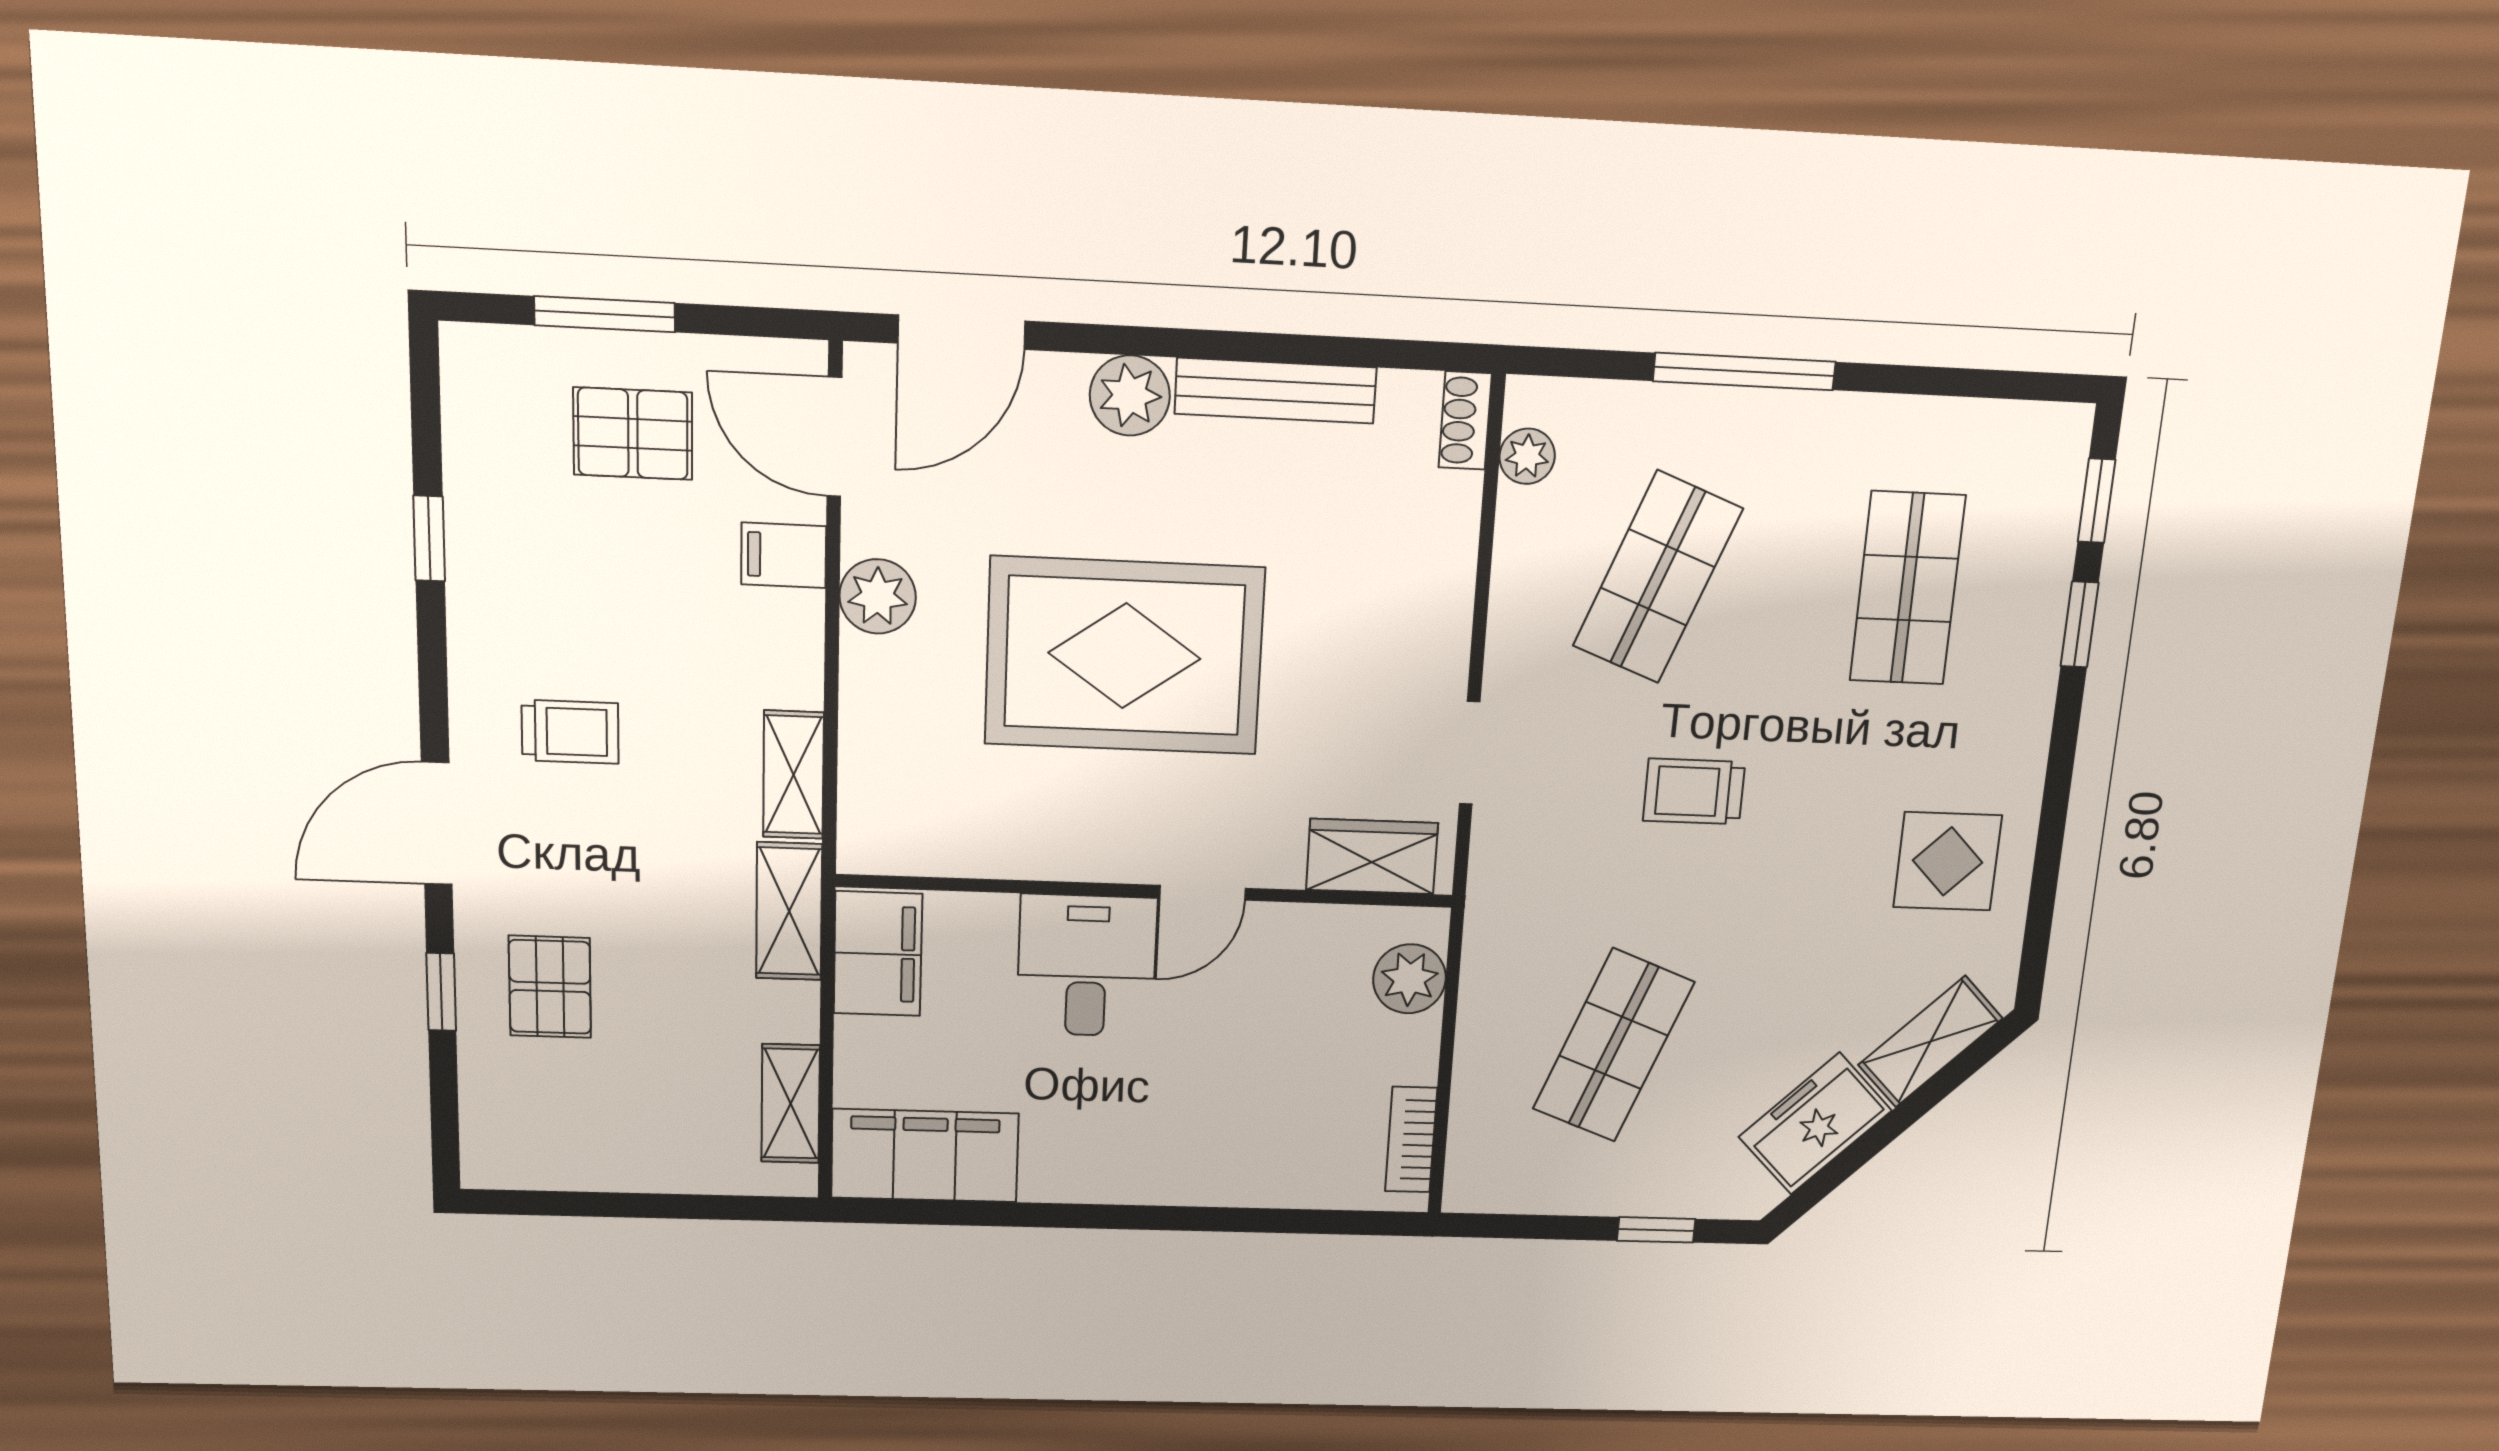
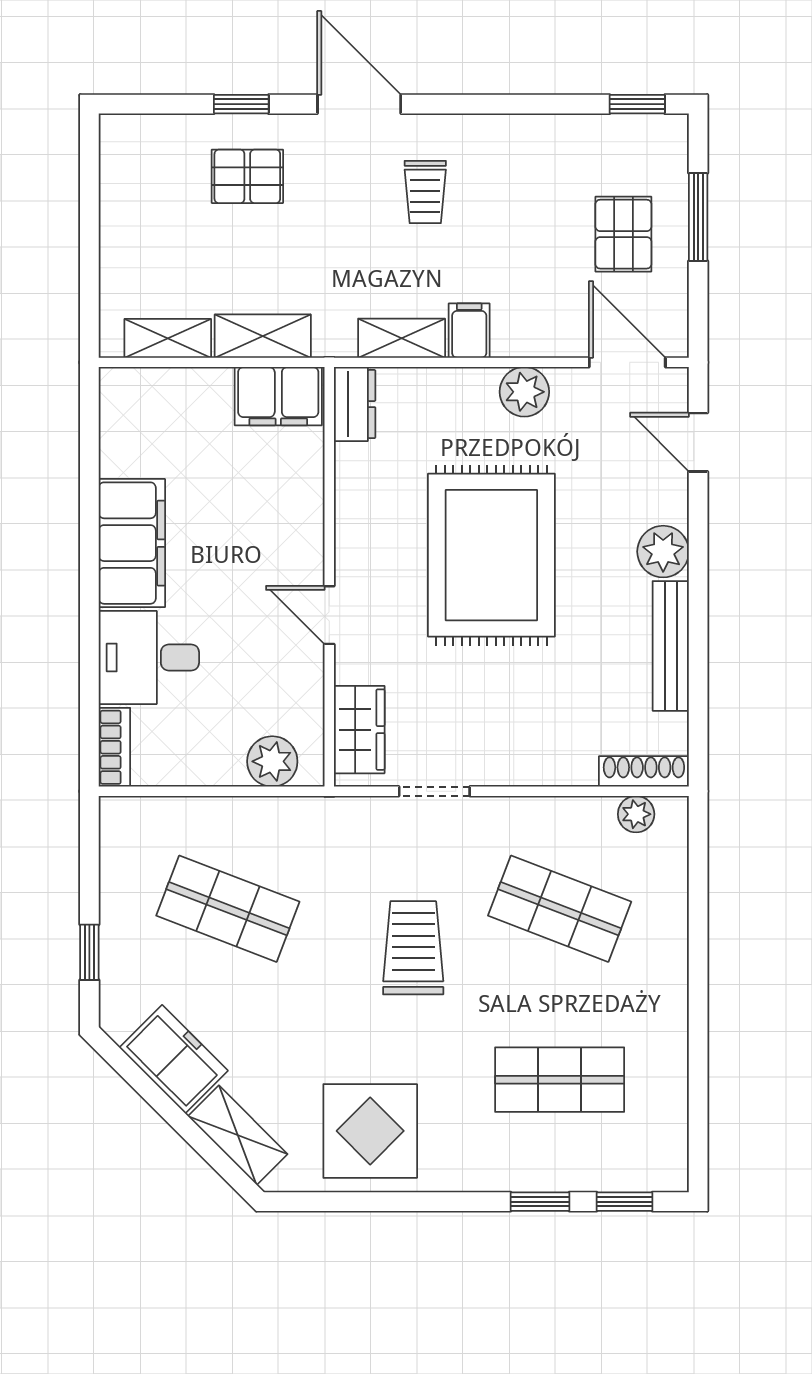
door: (961, 332) -> (698, 442), width x0.73
window: (1744, 372) -> (698, 953), removed
shoe rack: (1465, 421) -> (644, 771), width x1.43
door: (834, 437) -> (627, 362), hinge flipped
window: (429, 538) -> (637, 104), moved
filing cabinet: (784, 555) -> (469, 331), moved
trolley: (1694, 792) -> (413, 948), width x1.36, depth x1.39
dresser: (892, 846) -> (355, 404), added
display table: (1948, 861) -> (370, 1131), width x1.36, depth x1.36
shelving: (789, 911) -> (263, 336), moved
desk: (1087, 966) -> (149, 657), moved, turned 180
bookcase: (1411, 1140) -> (114, 747), moved, turned 90
filing cabinet: (925, 1156) -> (132, 543), moved

